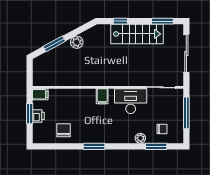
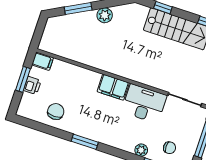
filing cabinet: (102, 96) -> (113, 87), width x2.00

